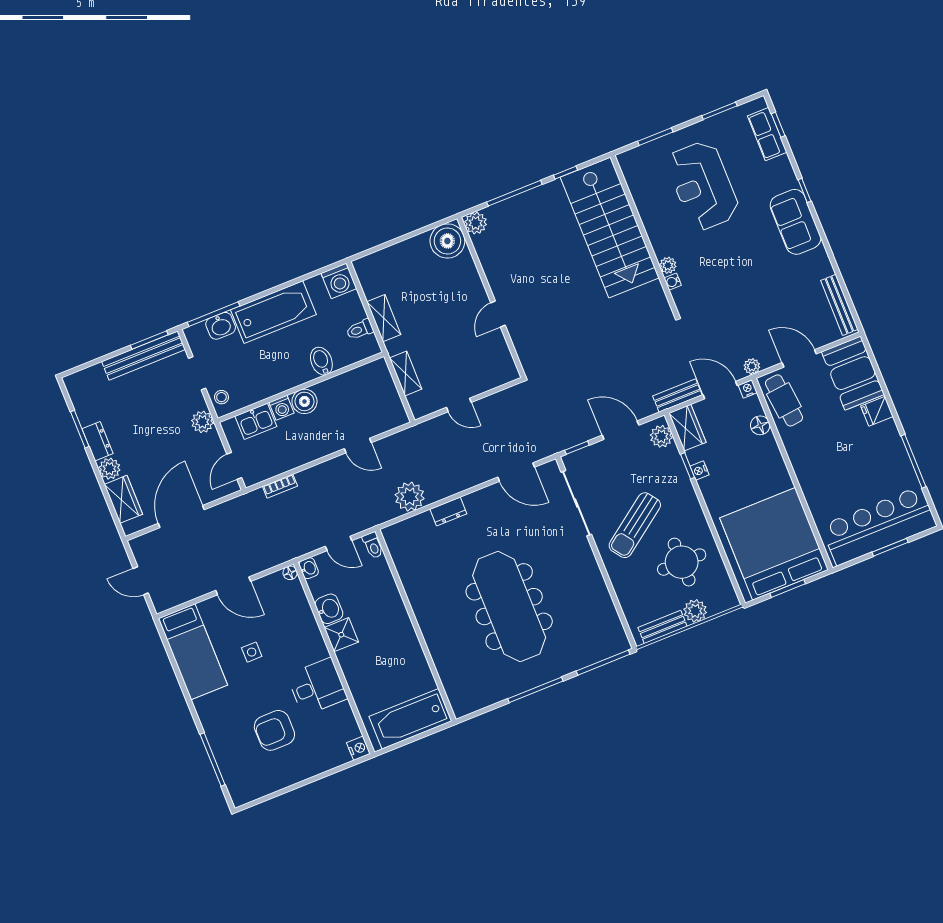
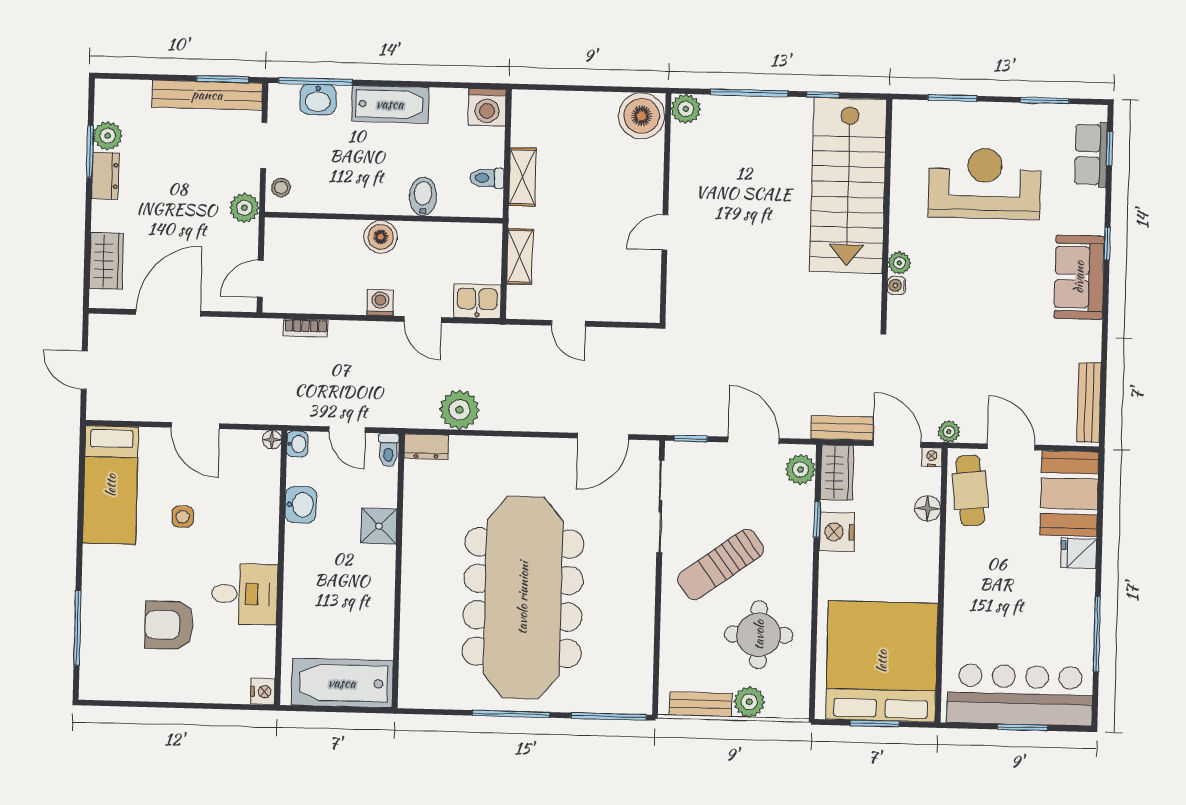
reception desk: (703, 186) -> (984, 184), turned 90
bathtub: (273, 312) -> (390, 104), width x0.73, depth x0.73
washing machine: (281, 408) -> (380, 303), moved, turned 180
kitchen sink: (256, 421) -> (477, 301), moved, turned 180
plant: (110, 469) -> (108, 136), moved
nightstand: (699, 471) -> (837, 532), width x1.89, depth x1.79
door: (516, 472) -> (603, 436), hinge flipped
dresser: (448, 511) -> (426, 447), moved
meeting table: (509, 607) -> (523, 598), width x1.36, depth x1.27
shower: (341, 635) -> (379, 526), moved

